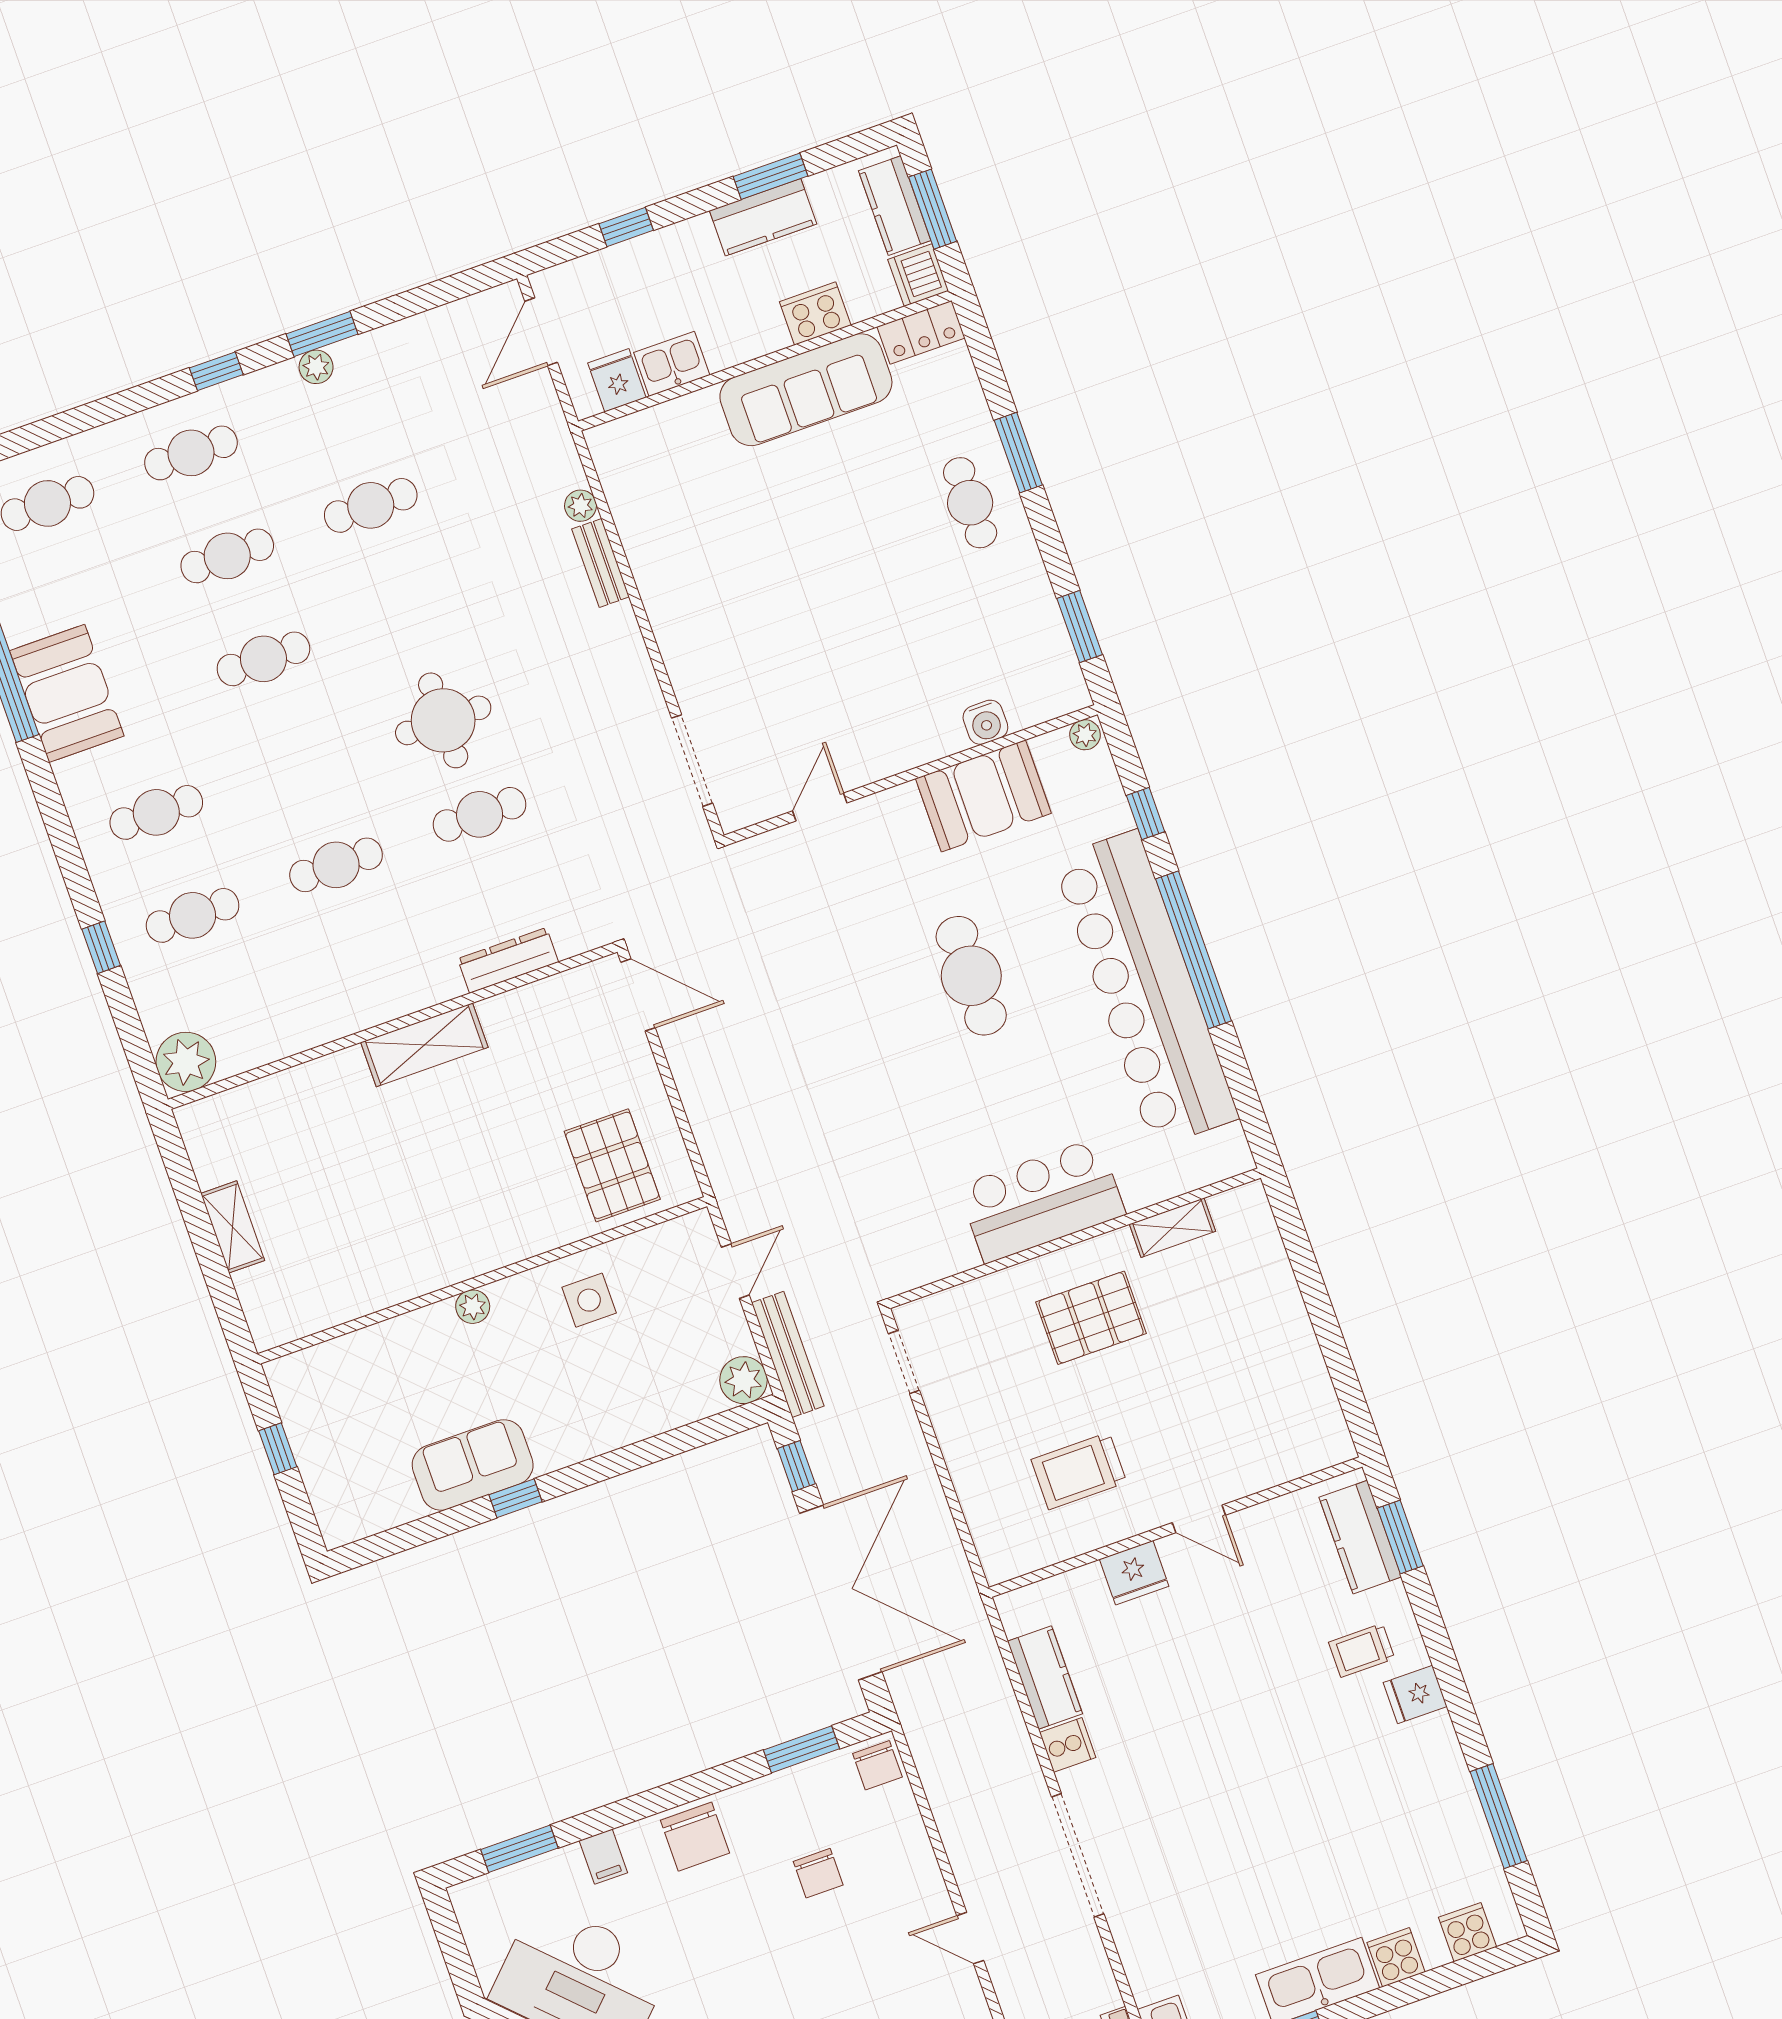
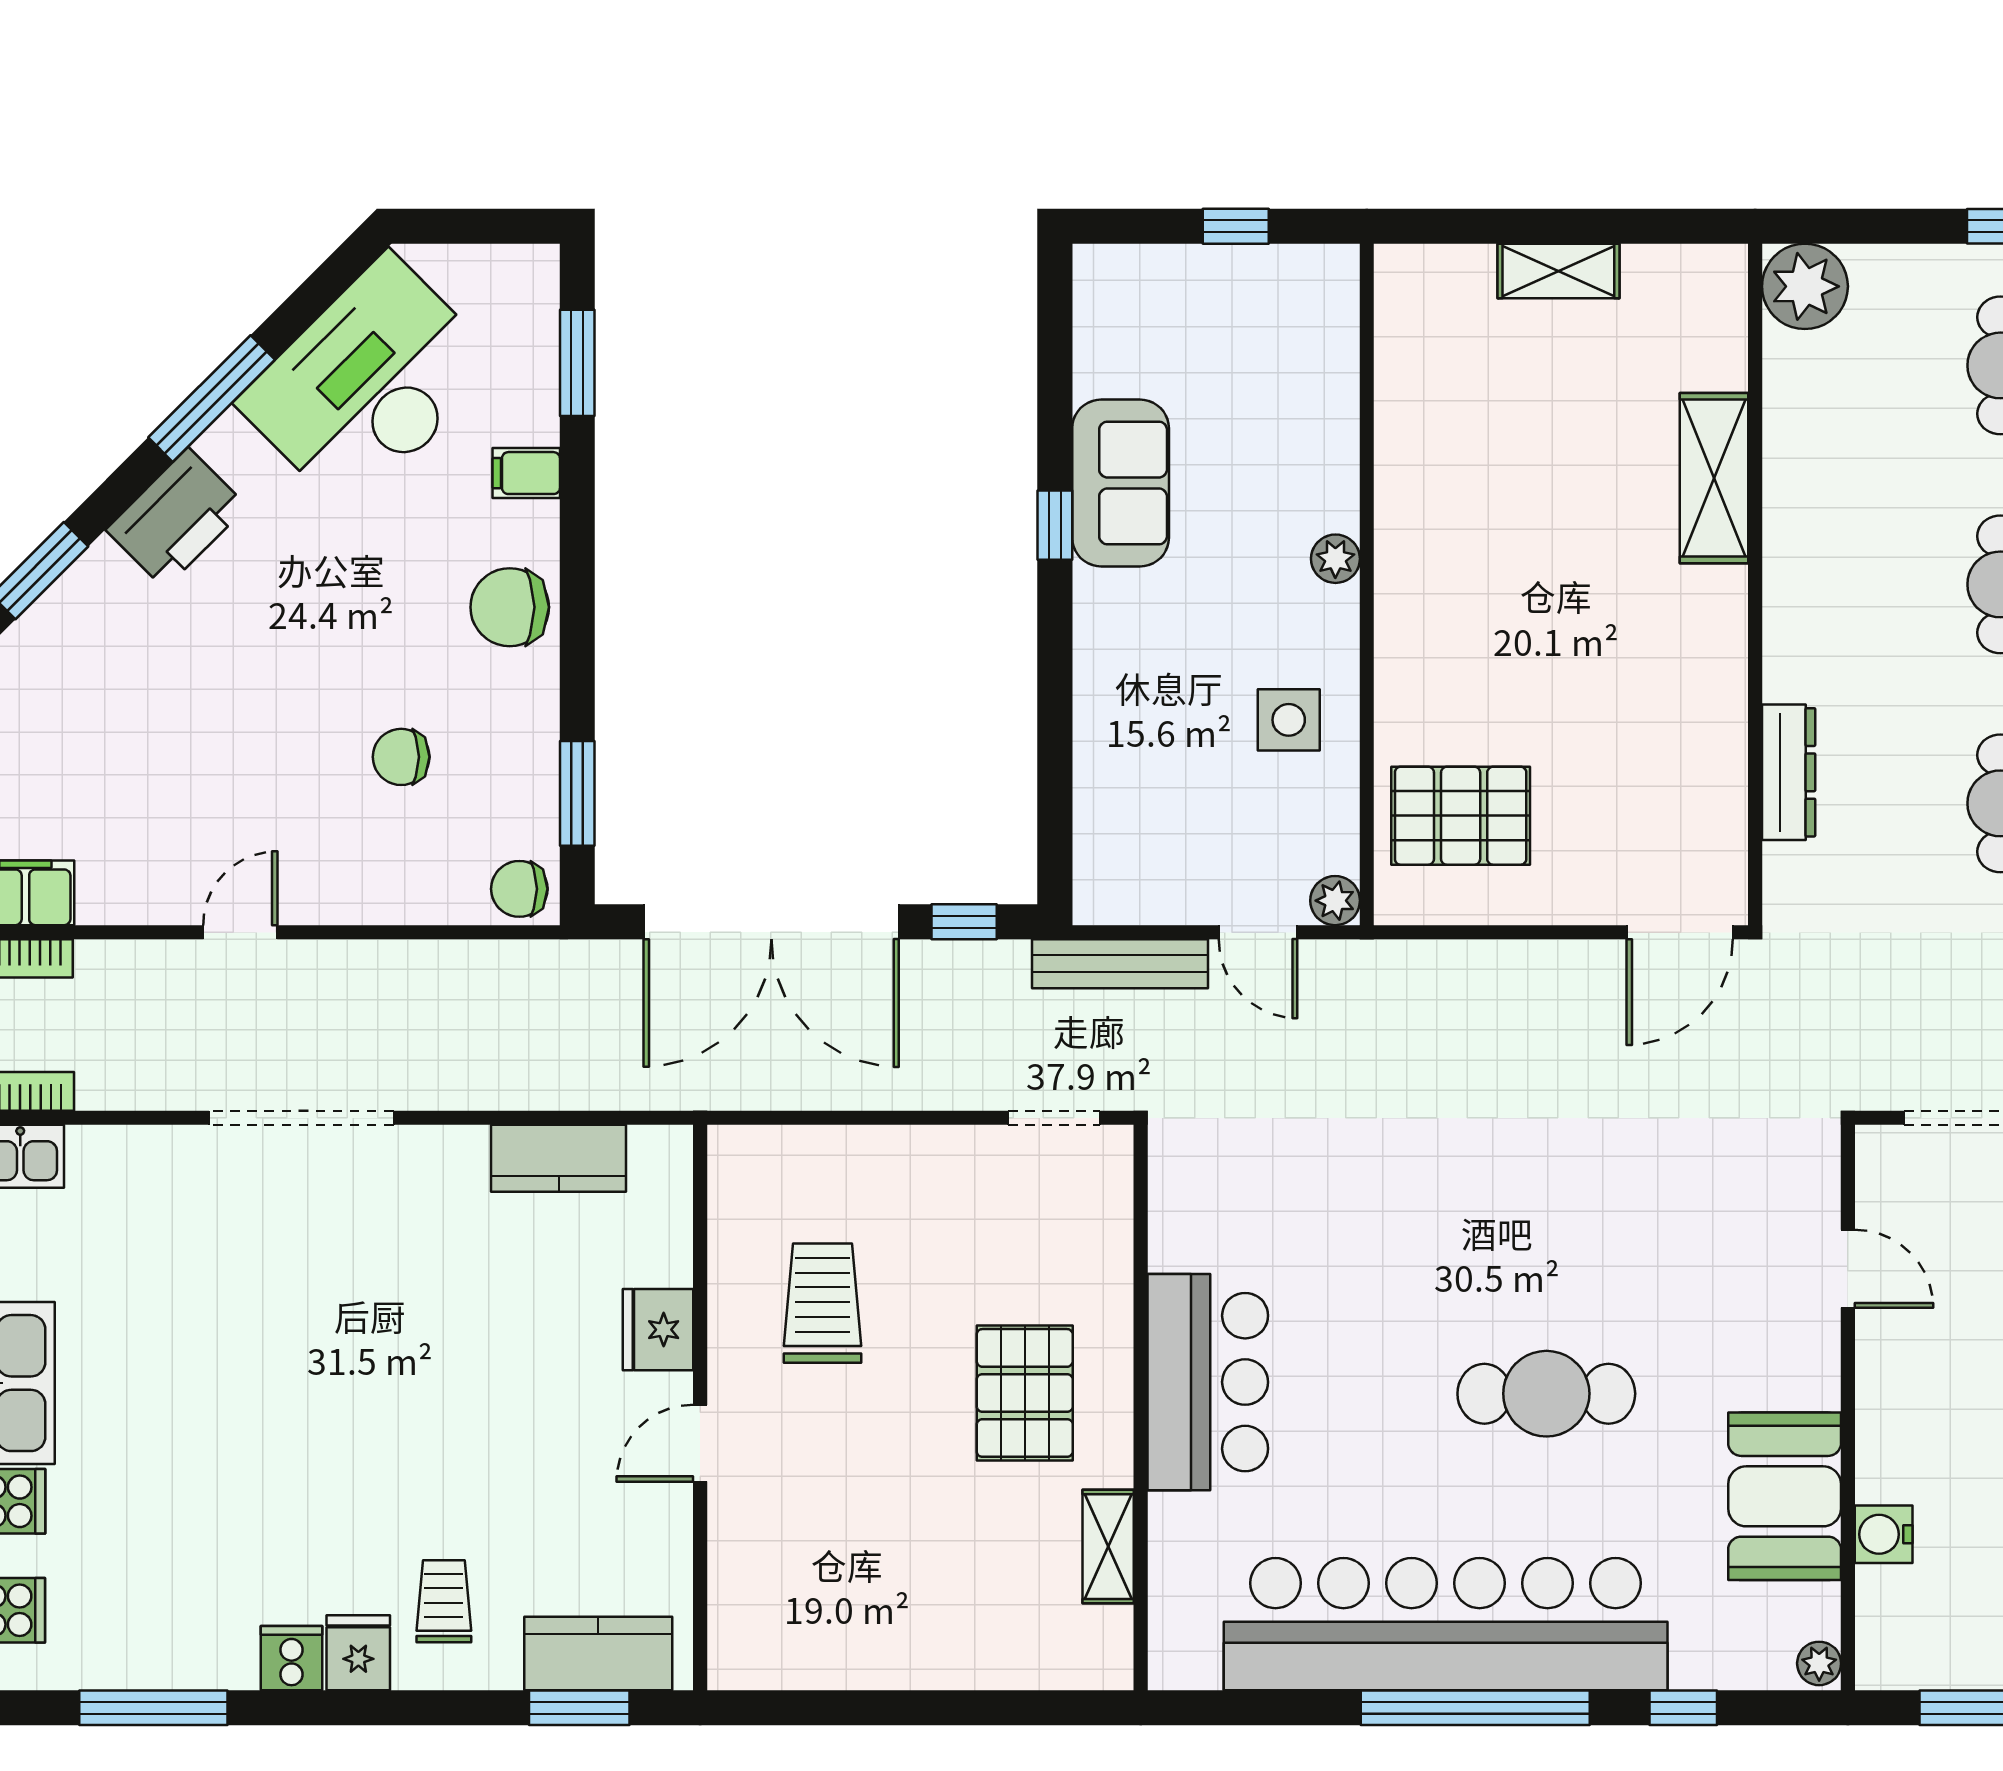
shelving: (424, 1045) -> (1714, 478), moved
plant: (744, 1380) -> (1335, 901), moved, width x0.73, depth x0.73
cooker: (1068, 1745) -> (291, 1658), moved, turned 180

